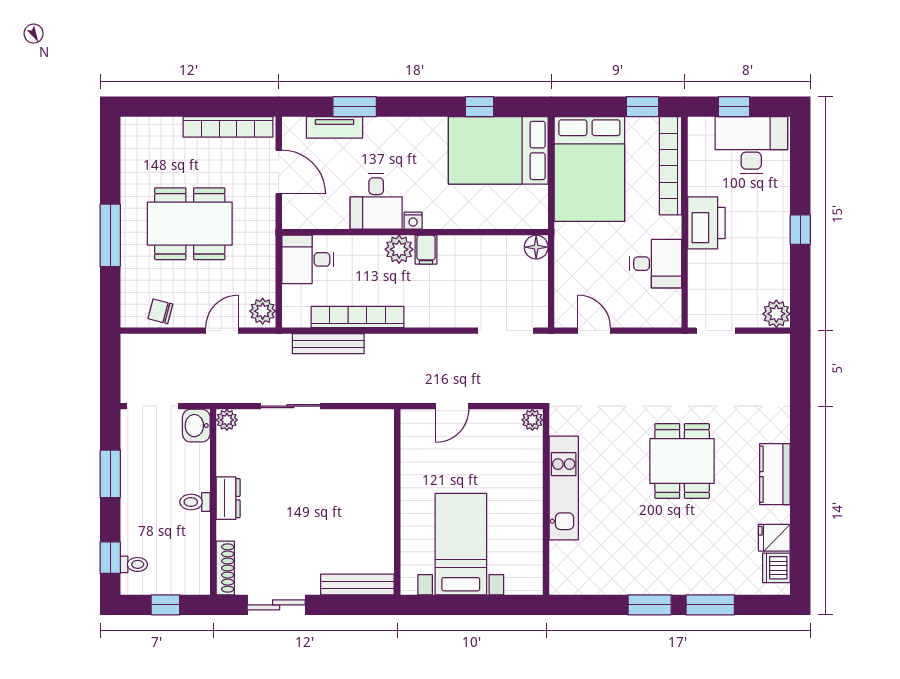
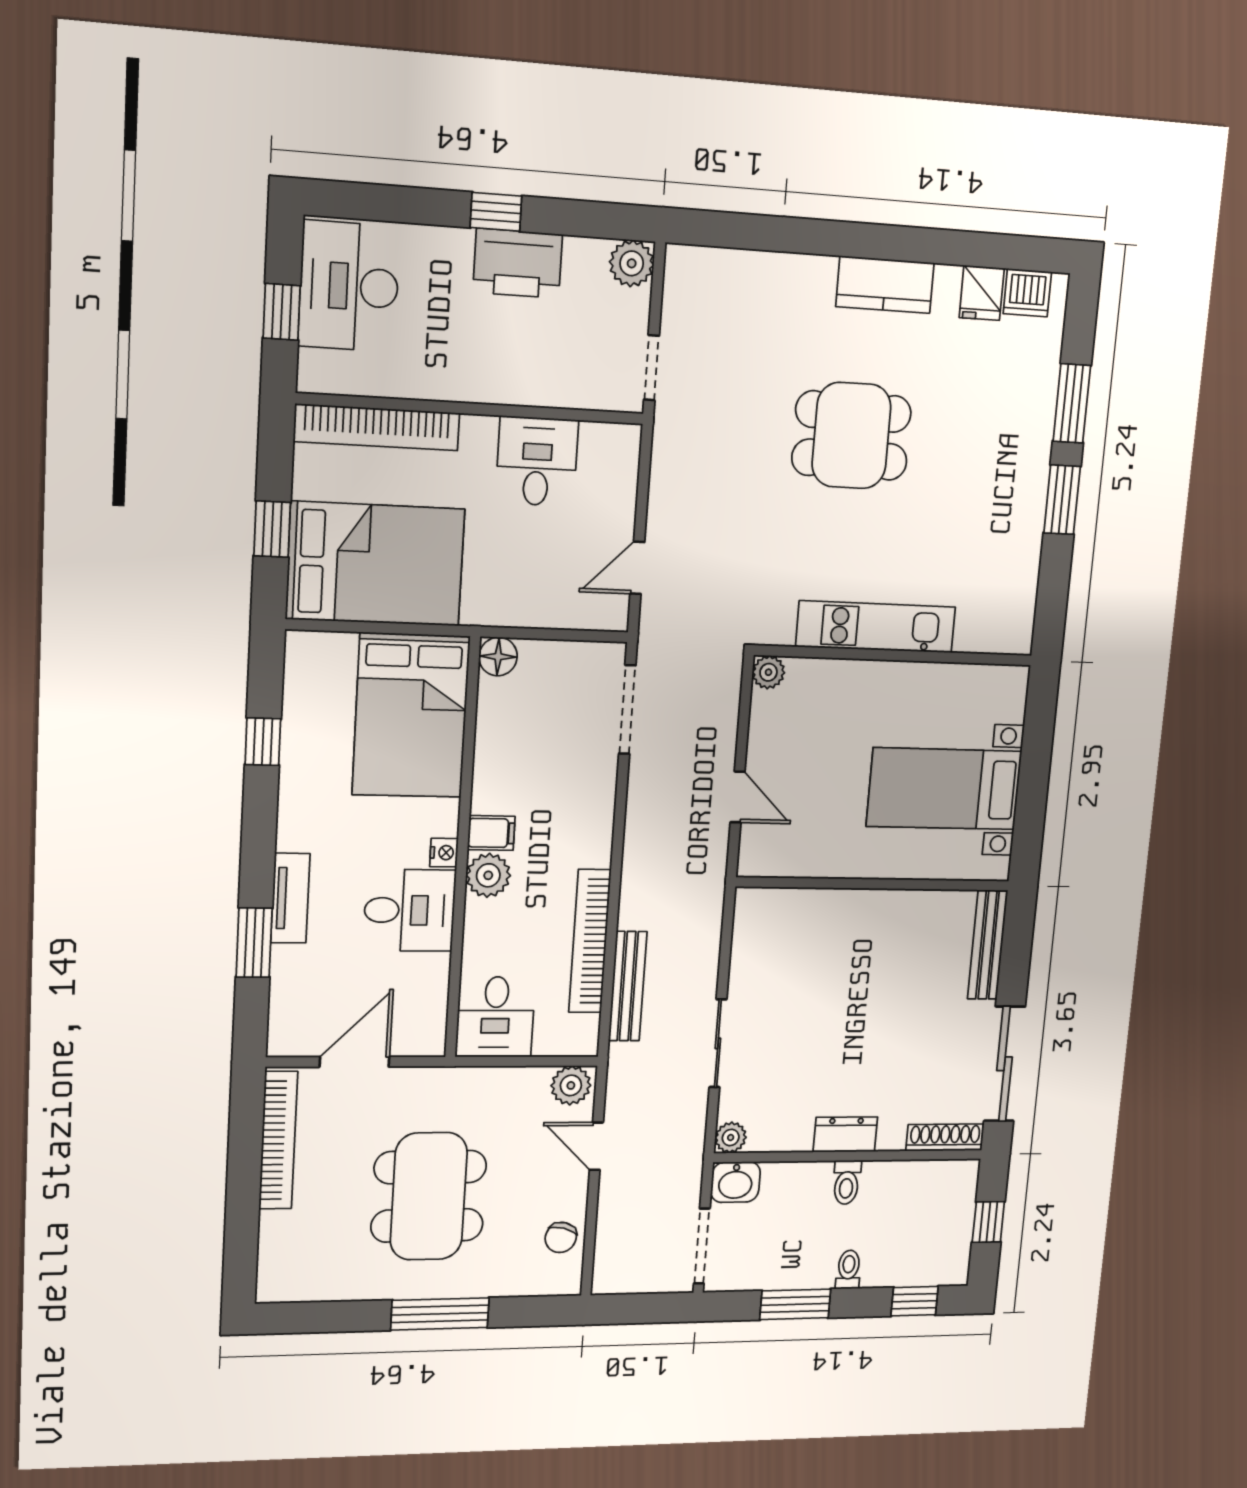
window: (642, 107) -> (272, 529), moved
tv unit: (335, 127) -> (290, 898), moved
bed: (498, 150) -> (411, 715), moved
printer: (706, 223) -> (518, 263), moved, turned 180
toilet: (134, 564) -> (848, 1270), moved
sliding door: (276, 605) -> (1004, 1064), width x1.37

